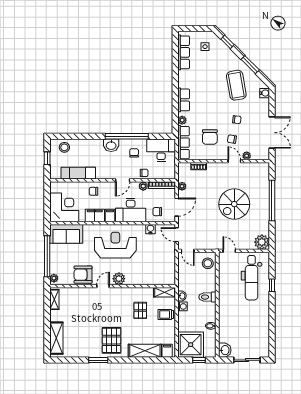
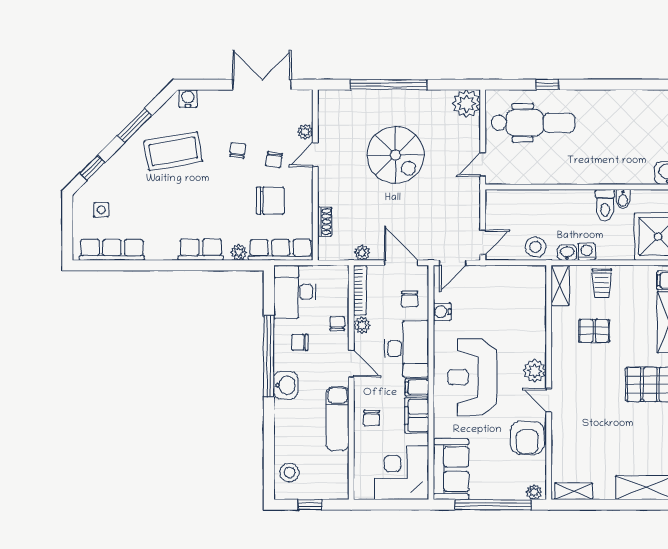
exam couch: (78, 173) -> (338, 419), moved
stool: (208, 263) -> (536, 247), moved
toilet: (207, 297) -> (605, 205), moved

